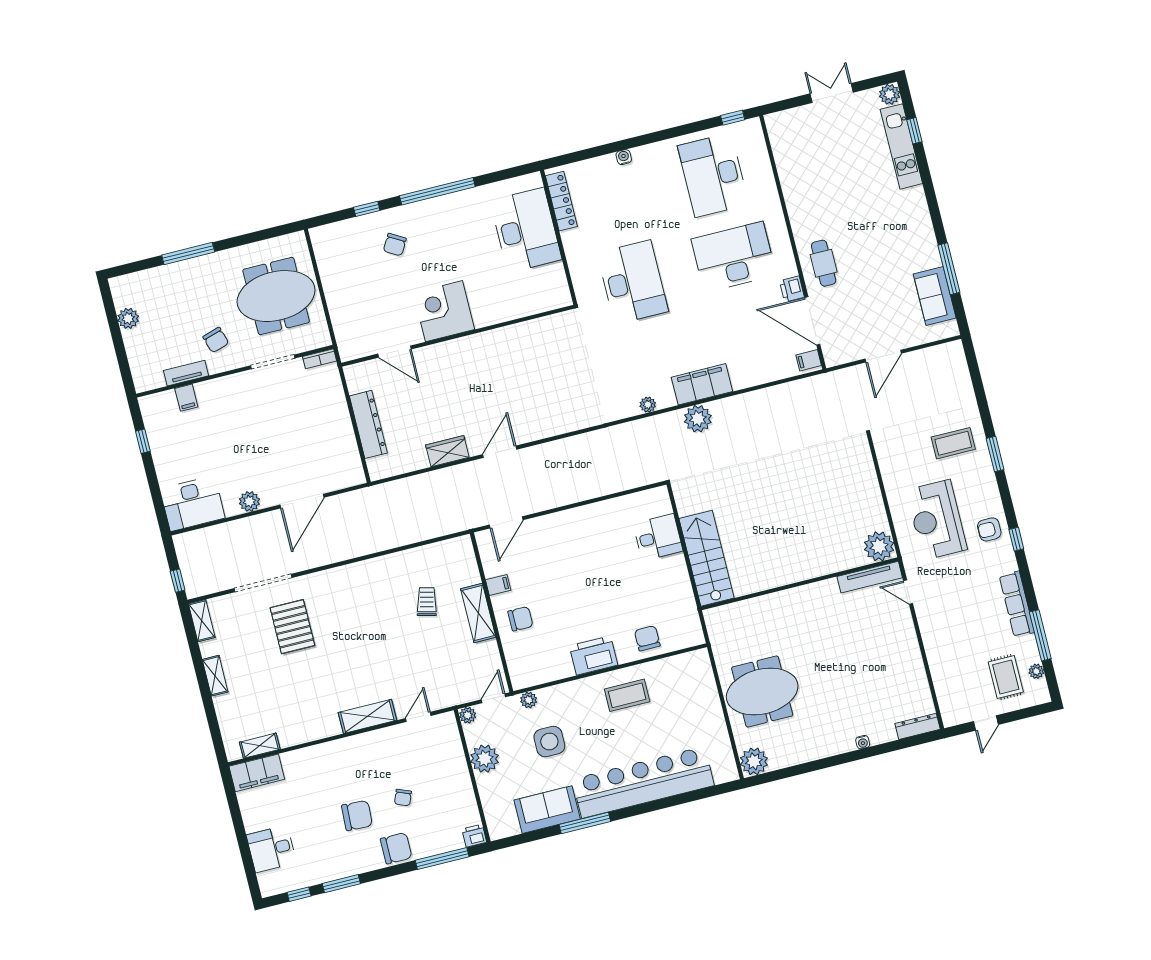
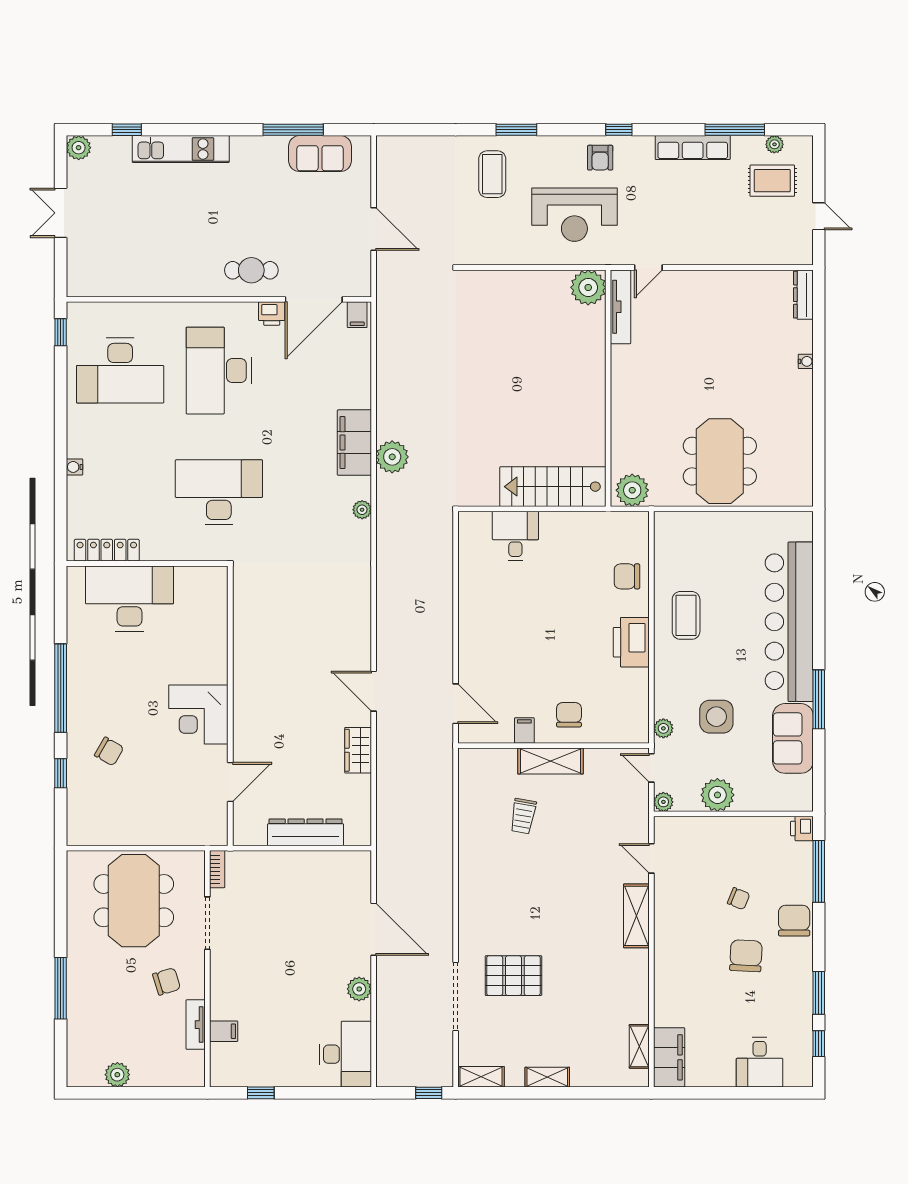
kitchen unit: (901, 146) -> (181, 149), moved
trolley: (427, 602) -> (523, 816), turned -94
plant: (754, 761) -> (632, 490), moved

